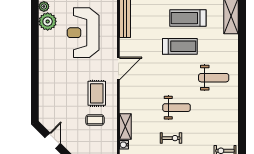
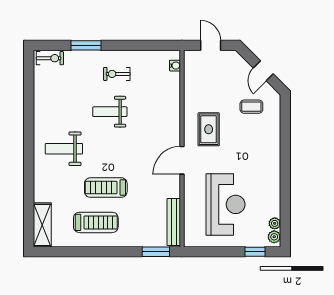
plant: (48, 21) -> (275, 223), width x0.53, depth x0.53
coffee table: (95, 120) -> (251, 107), moved
shelving: (125, 127) -> (173, 88), removed

